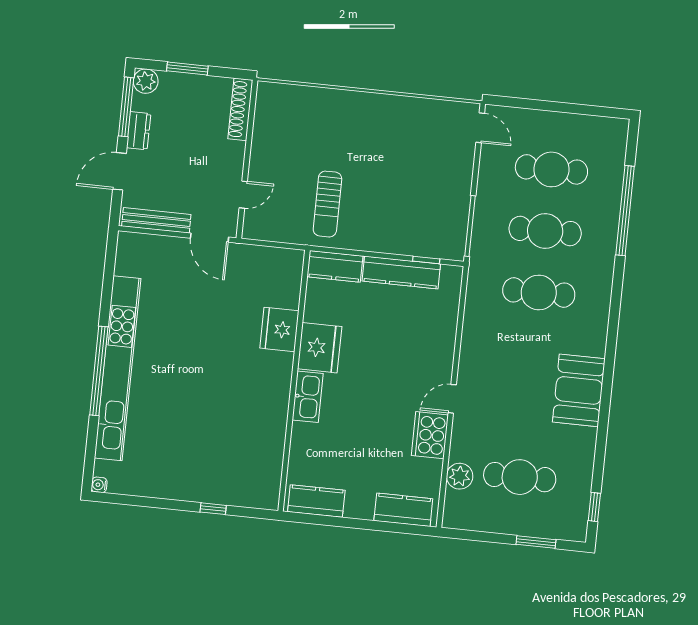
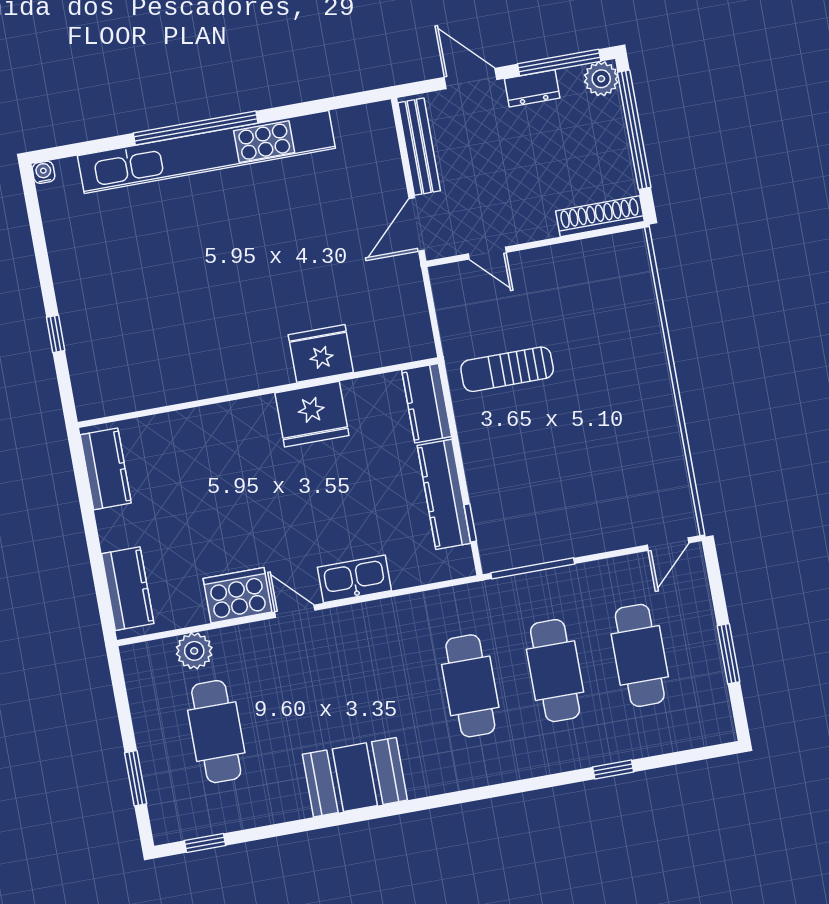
window: (187, 69) -> (634, 130), width x2.11
window: (568, 108) -> (728, 654), added
window: (625, 211) -> (613, 770), width x0.32
kitchen sink: (308, 397) -> (354, 579), moved, turned 180

